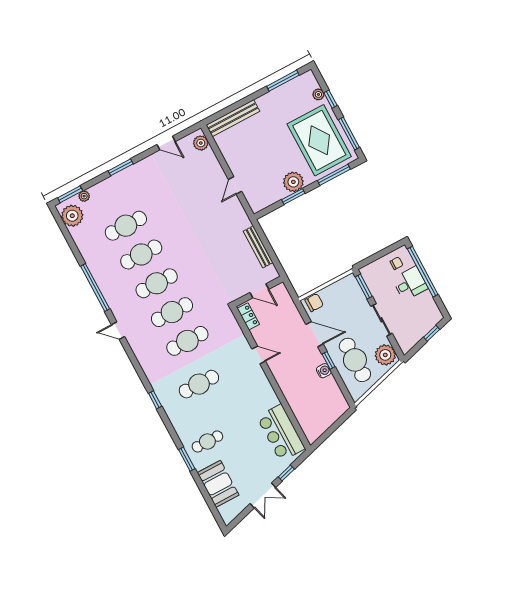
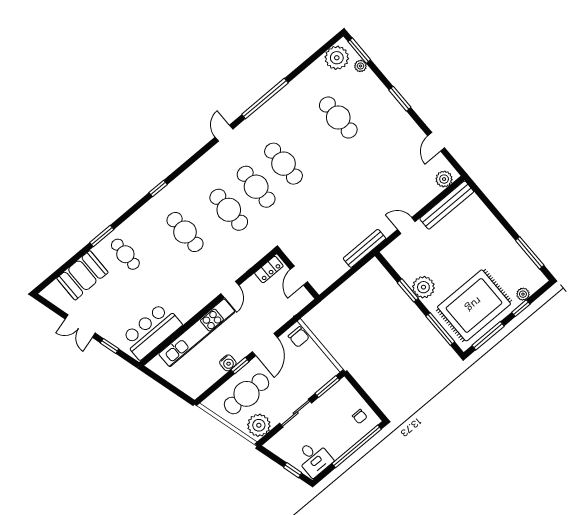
bench: (233, 118) -> (447, 205), moved, turned 90
bench: (258, 247) -> (364, 248), moved
cafe table: (141, 254) -> (311, 141), removed
desk: (410, 284) -> (314, 458), moved
kitchen unit: (291, 393) -> (197, 333), added

